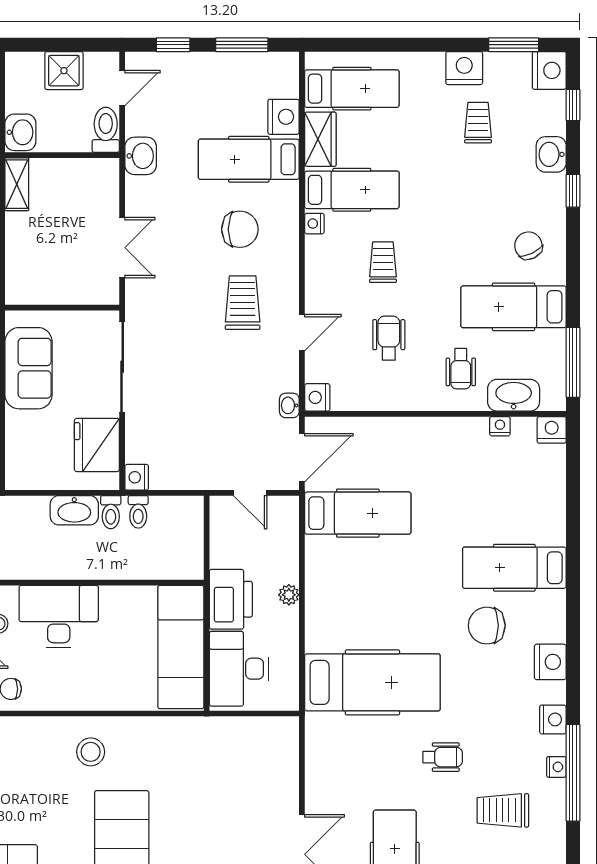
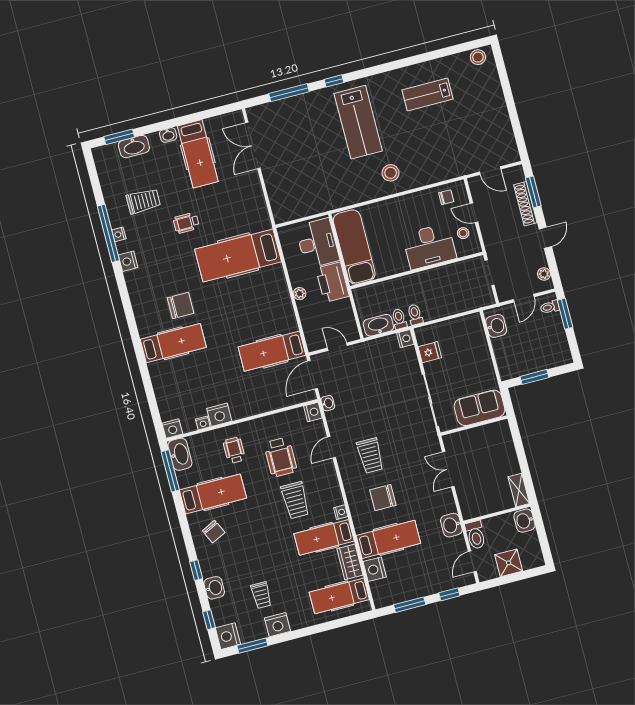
trolley: (383, 262) -> (295, 500), width x1.36, depth x1.39
wheelchair: (389, 338) -> (280, 457), width x1.36, depth x1.37
sofa: (29, 368) -> (480, 408), moved, turned 90
washbasin: (514, 395) -> (180, 454), moved, turned -90
fridge: (97, 445) -> (430, 352), width x0.53, depth x0.75
washbasin: (74, 510) -> (378, 325), moved
nightstand: (550, 662) -> (219, 415), moved, turned -90

